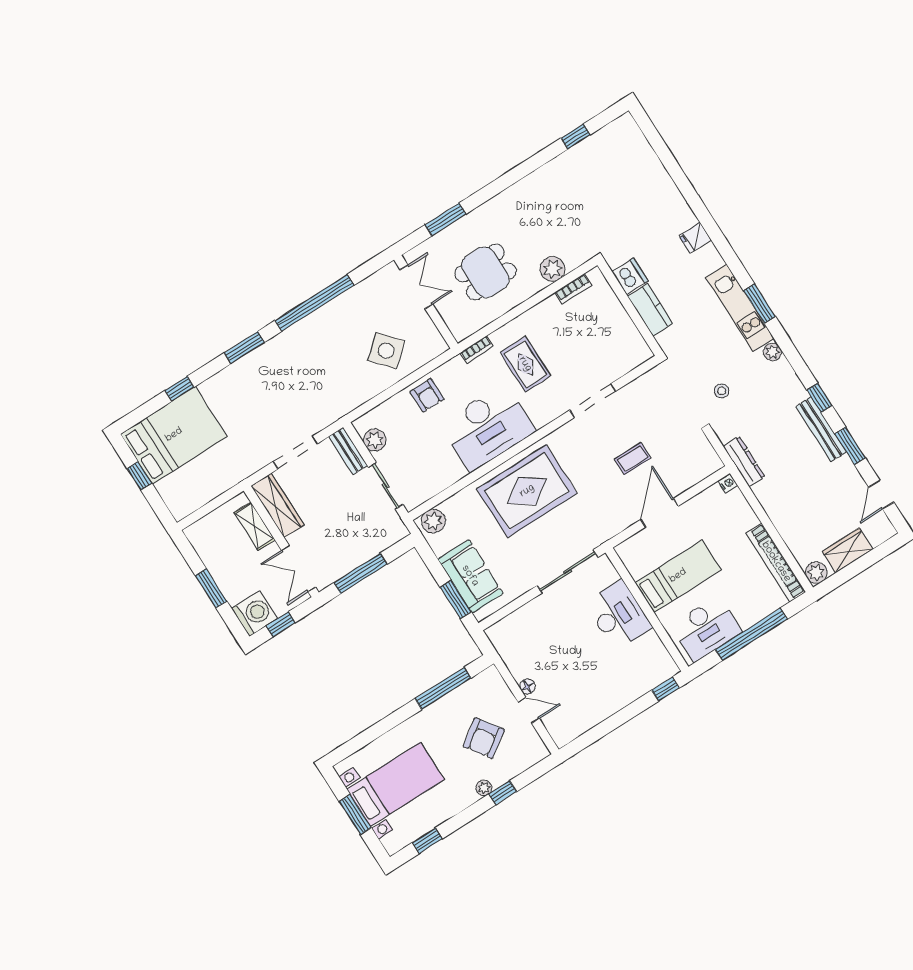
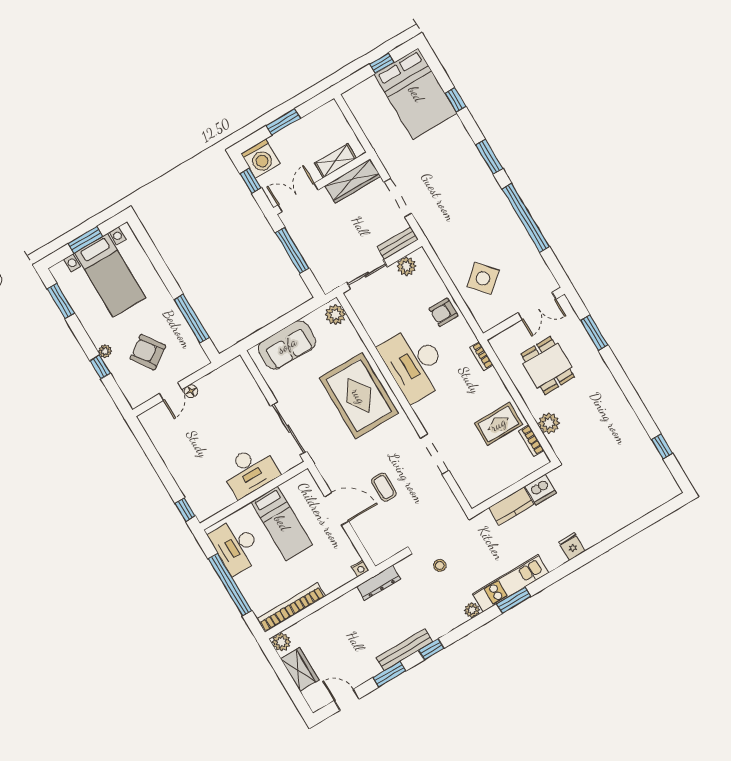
rug: (525, 364) -> (498, 424), moved
window: (456, 599) -> (267, 332), removed
window: (427, 841) -> (61, 301), width x1.50

